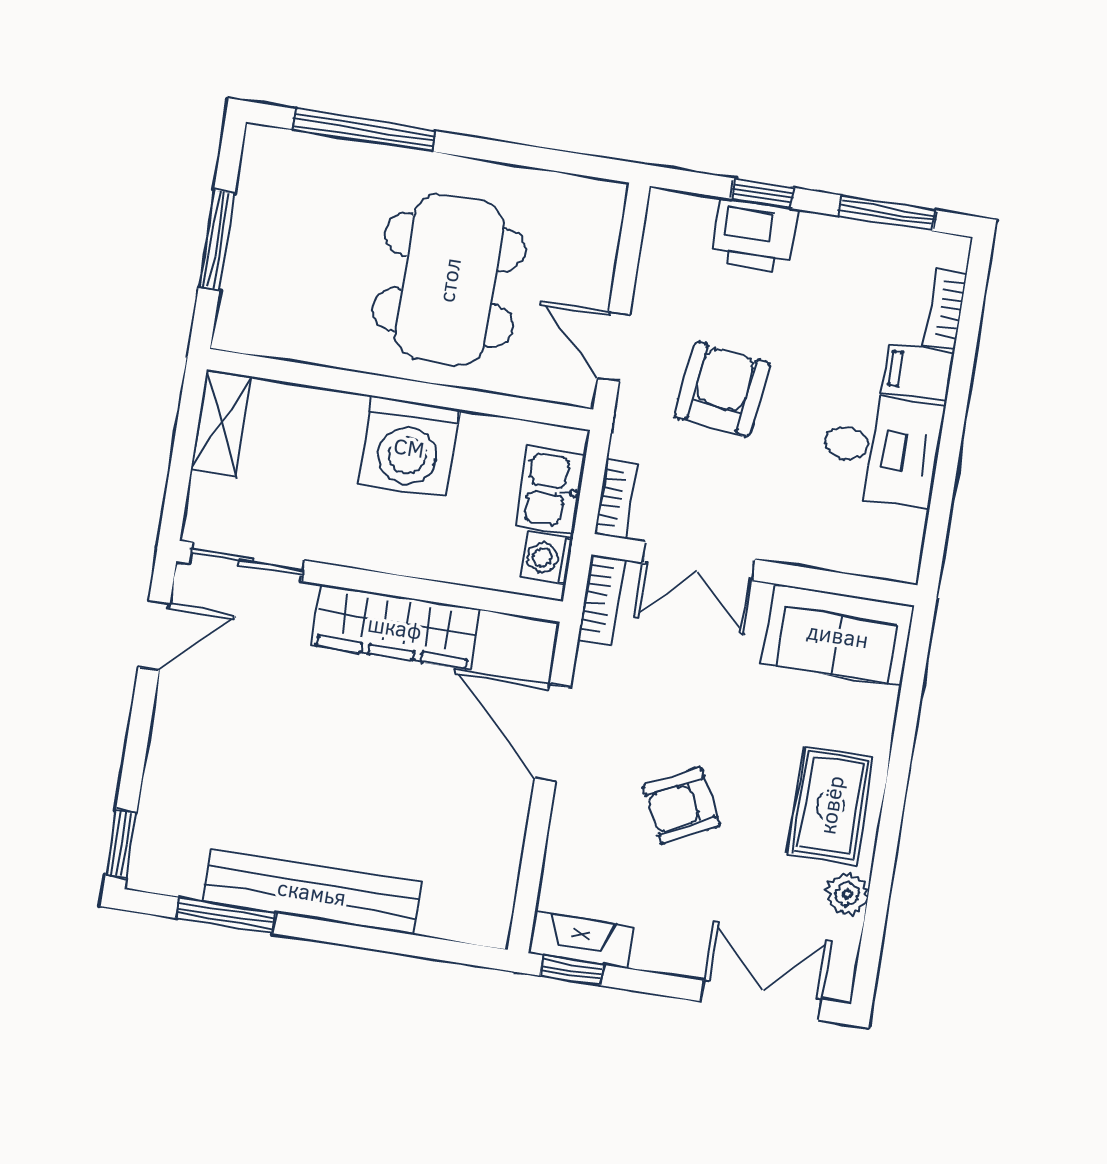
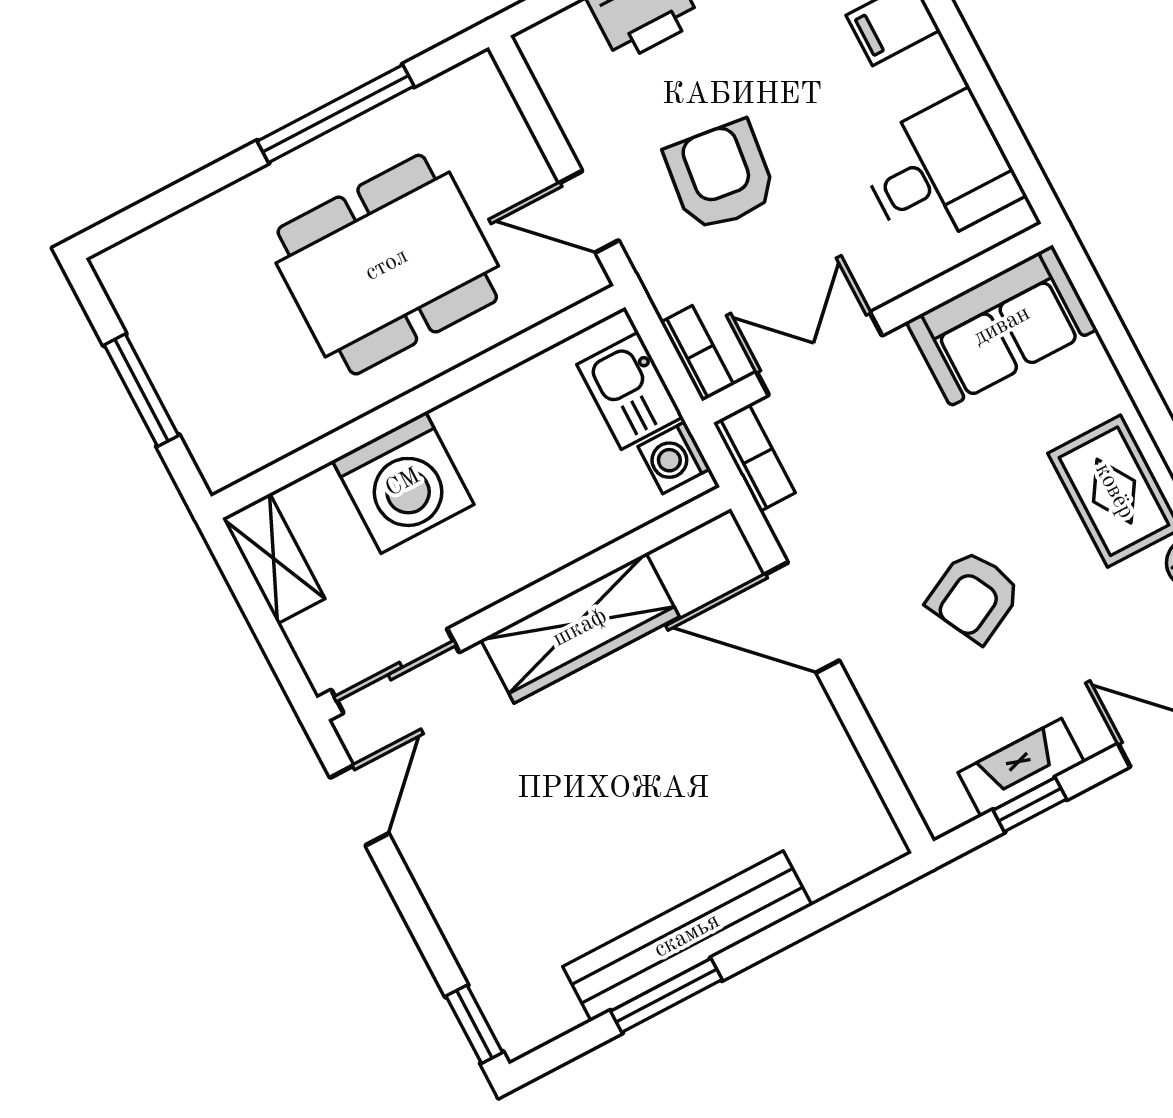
window: (364, 130) -> (336, 114), moved
dining table: (449, 280) -> (387, 265), turned 90
washing machine: (409, 447) -> (403, 483), moved
desk: (882, 449) -> (939, 172), moved
double door: (699, 561) -> (819, 354), swing flipped
window: (226, 916) -> (666, 995), moved
fireplace: (581, 940) -> (1021, 767), moved
window: (572, 970) -> (1030, 805), moved

